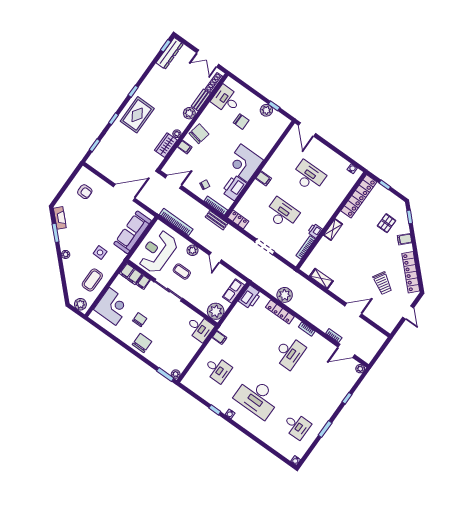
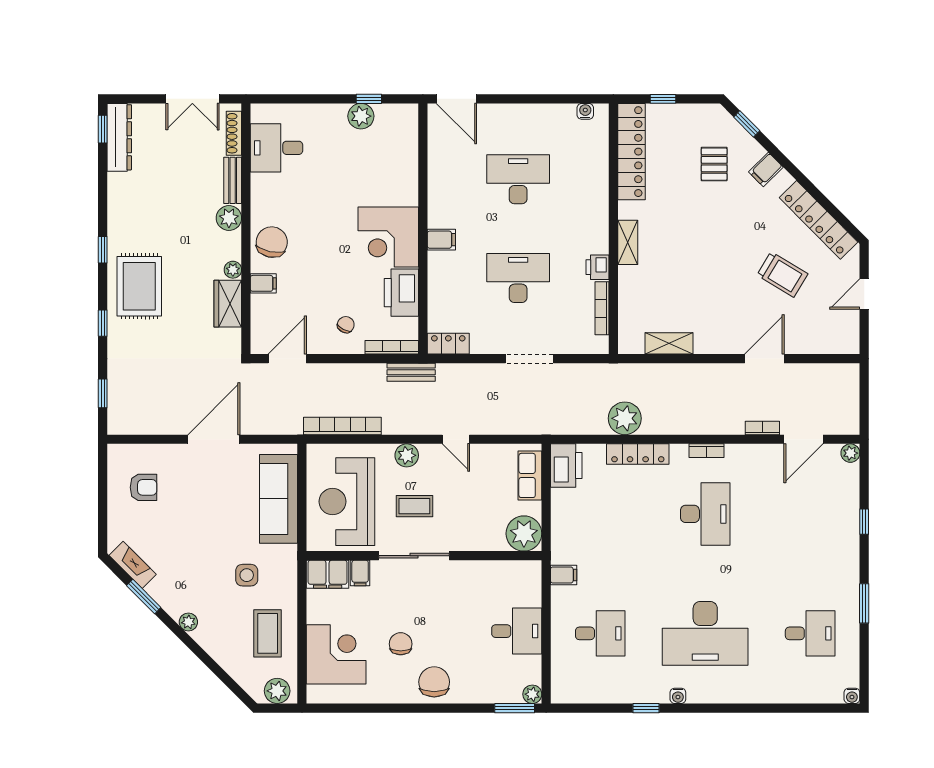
chair: (241, 122) -> (331, 168), removed
door: (408, 312) -> (864, 294), swing flipped
desk: (200, 328) -> (517, 631), moved

